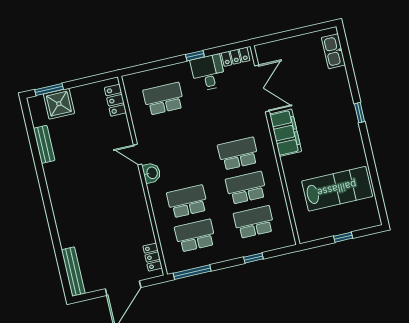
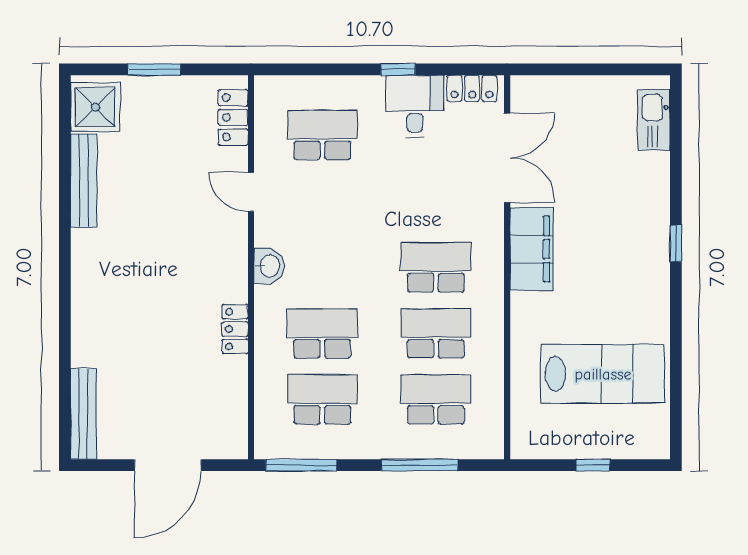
window: (49, 89) -> (154, 69), moved
shower: (59, 104) -> (95, 107), moved
bench: (44, 144) -> (84, 181), width x1.36
door: (138, 155) -> (251, 192), moved
locker: (153, 257) -> (235, 329), moved
window: (253, 258) -> (420, 465), width x2.17

